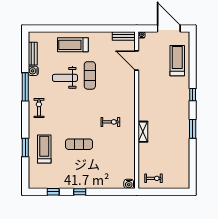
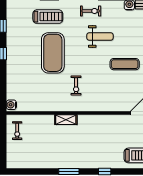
weight bench: (65, 78) -> (100, 36), moved, turned 90
exercise mat: (79, 144) -> (53, 53), width x2.00, depth x1.45

